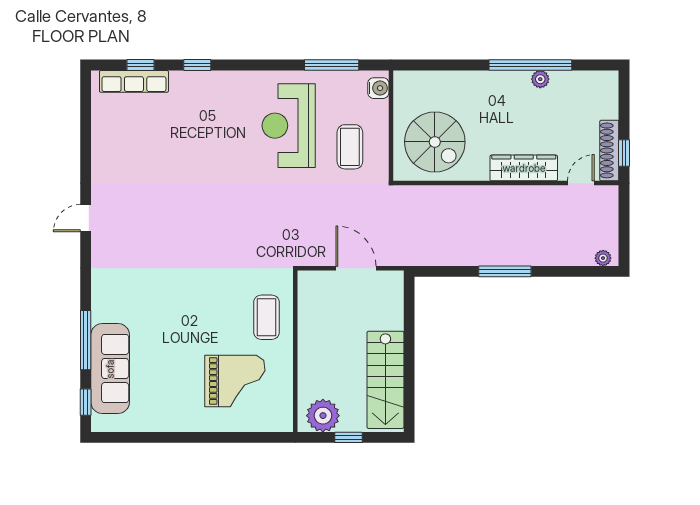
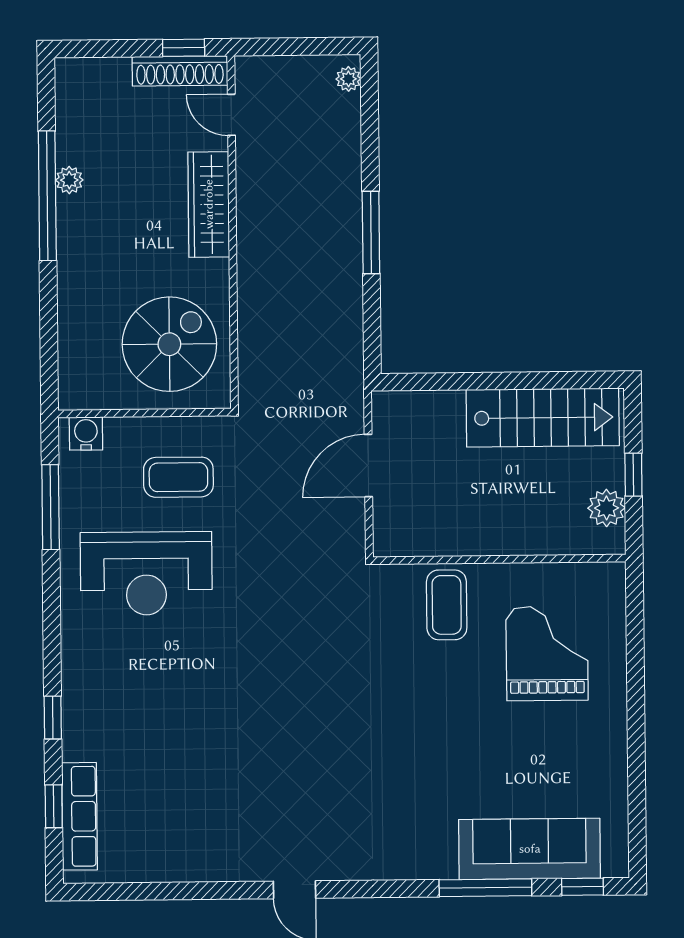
coffee table: (267, 317) -> (447, 605), turned 90
plant: (323, 416) -> (607, 508), width x0.73, depth x0.73

